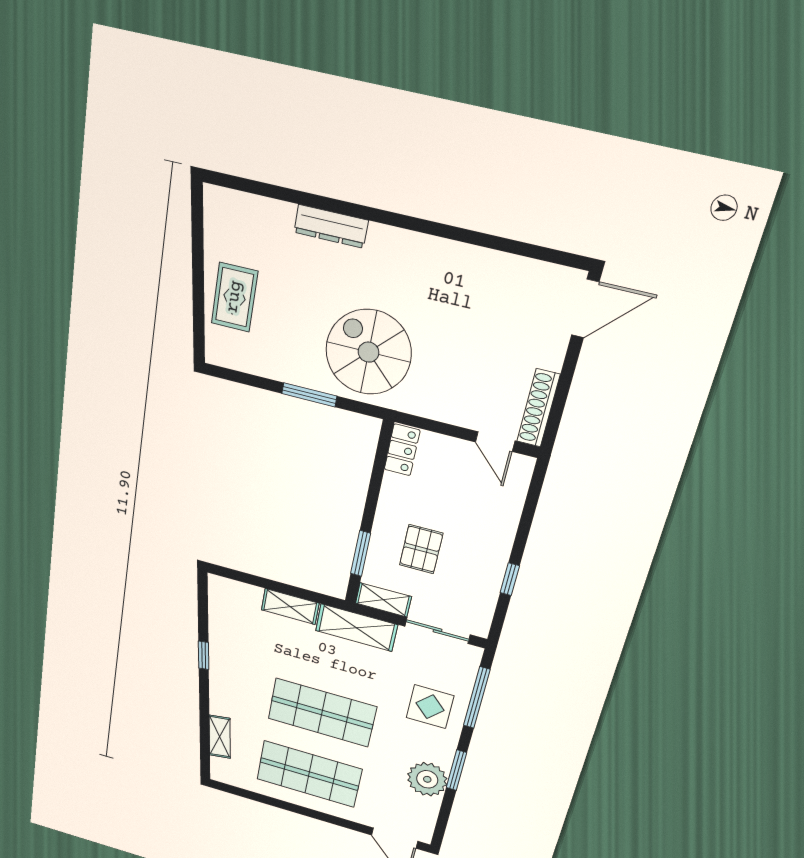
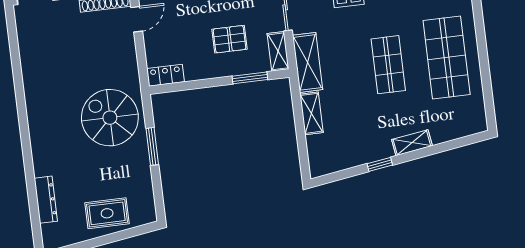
dresser: (331, 226) -> (46, 200), moved
spiral stairs: (368, 352) -> (110, 118), turned 90
shop shelf: (322, 713) -> (388, 65), width x0.70, depth x0.74
shelving: (220, 737) -> (412, 143), moved

